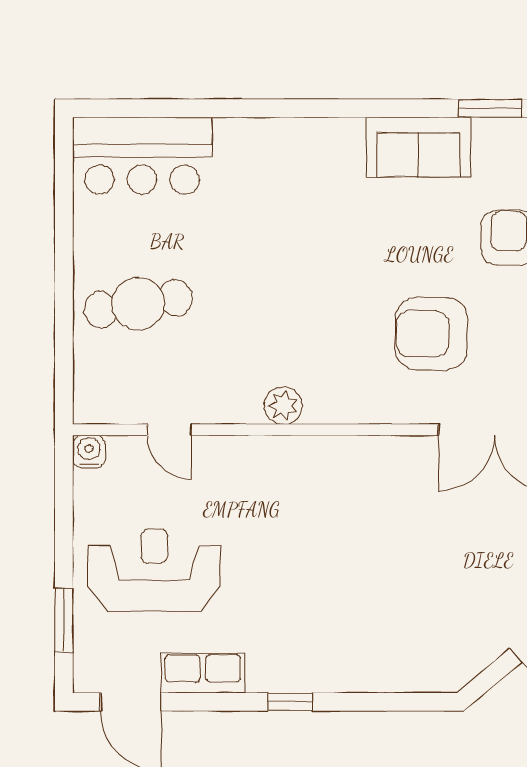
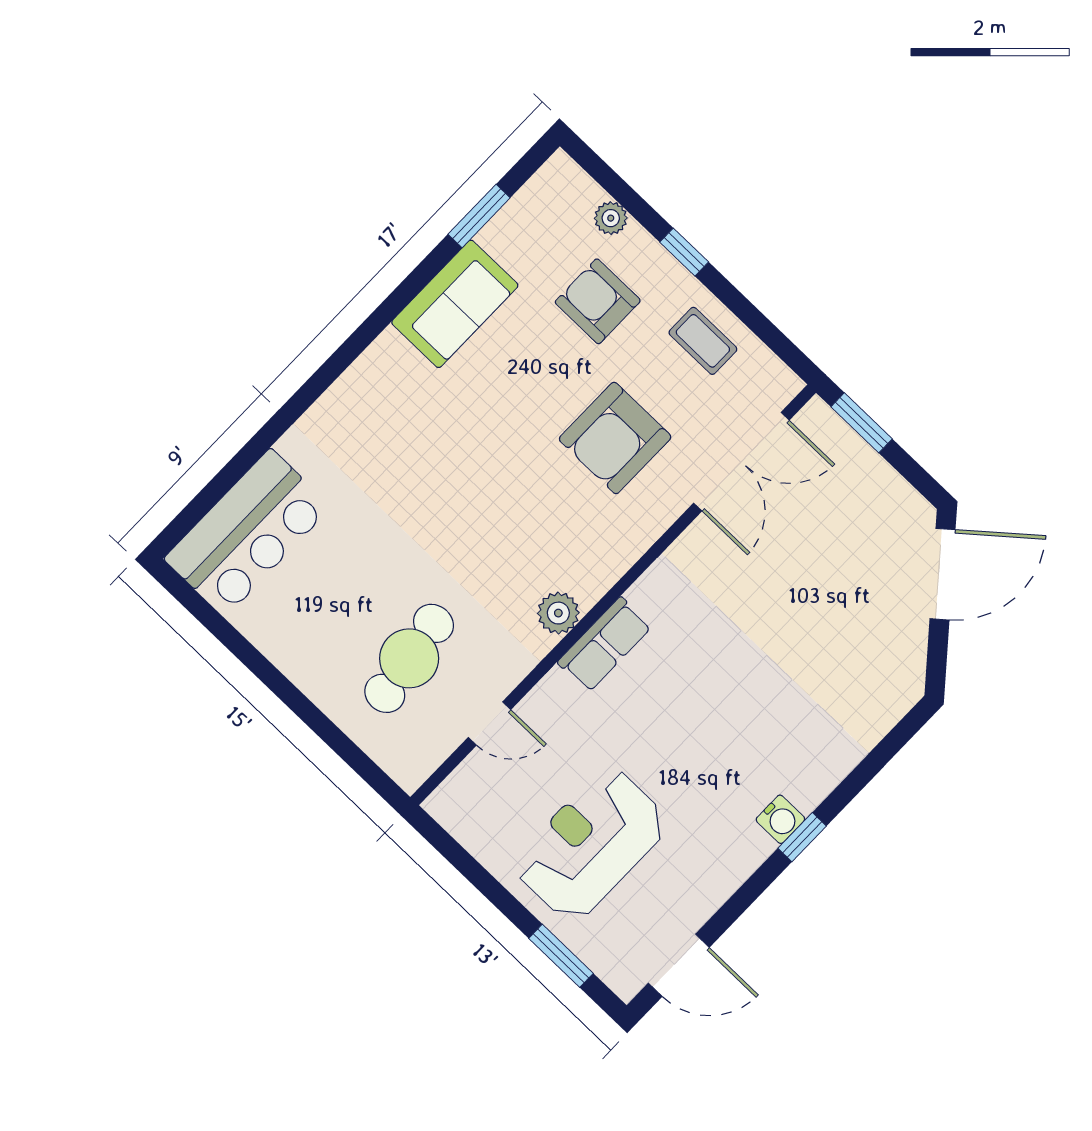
cafe table: (138, 304) -> (409, 658), moved
water cooler: (89, 451) -> (780, 819), moved, turned 180
row of seats: (203, 673) -> (605, 644), moved, turned 180

